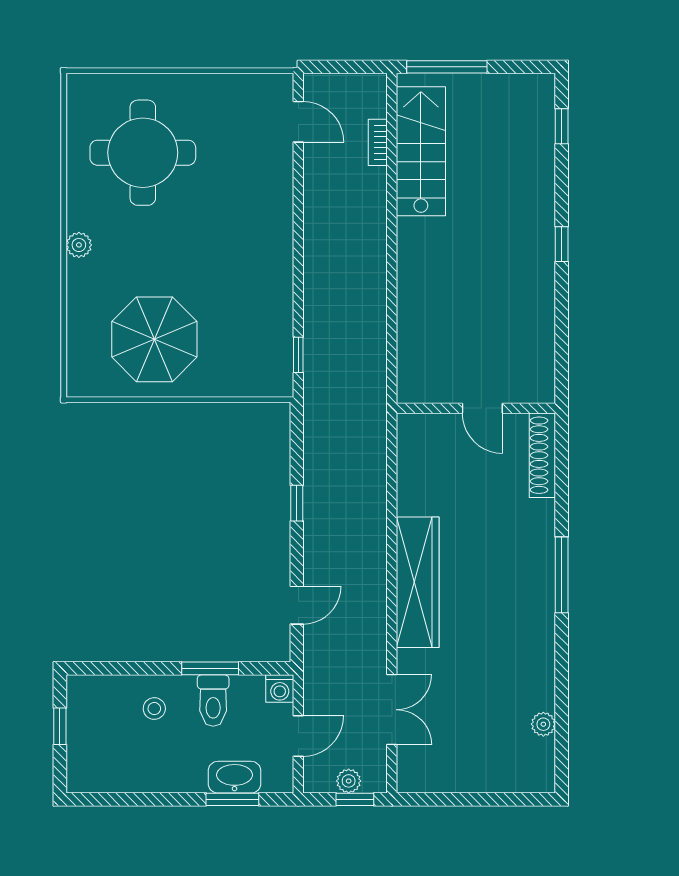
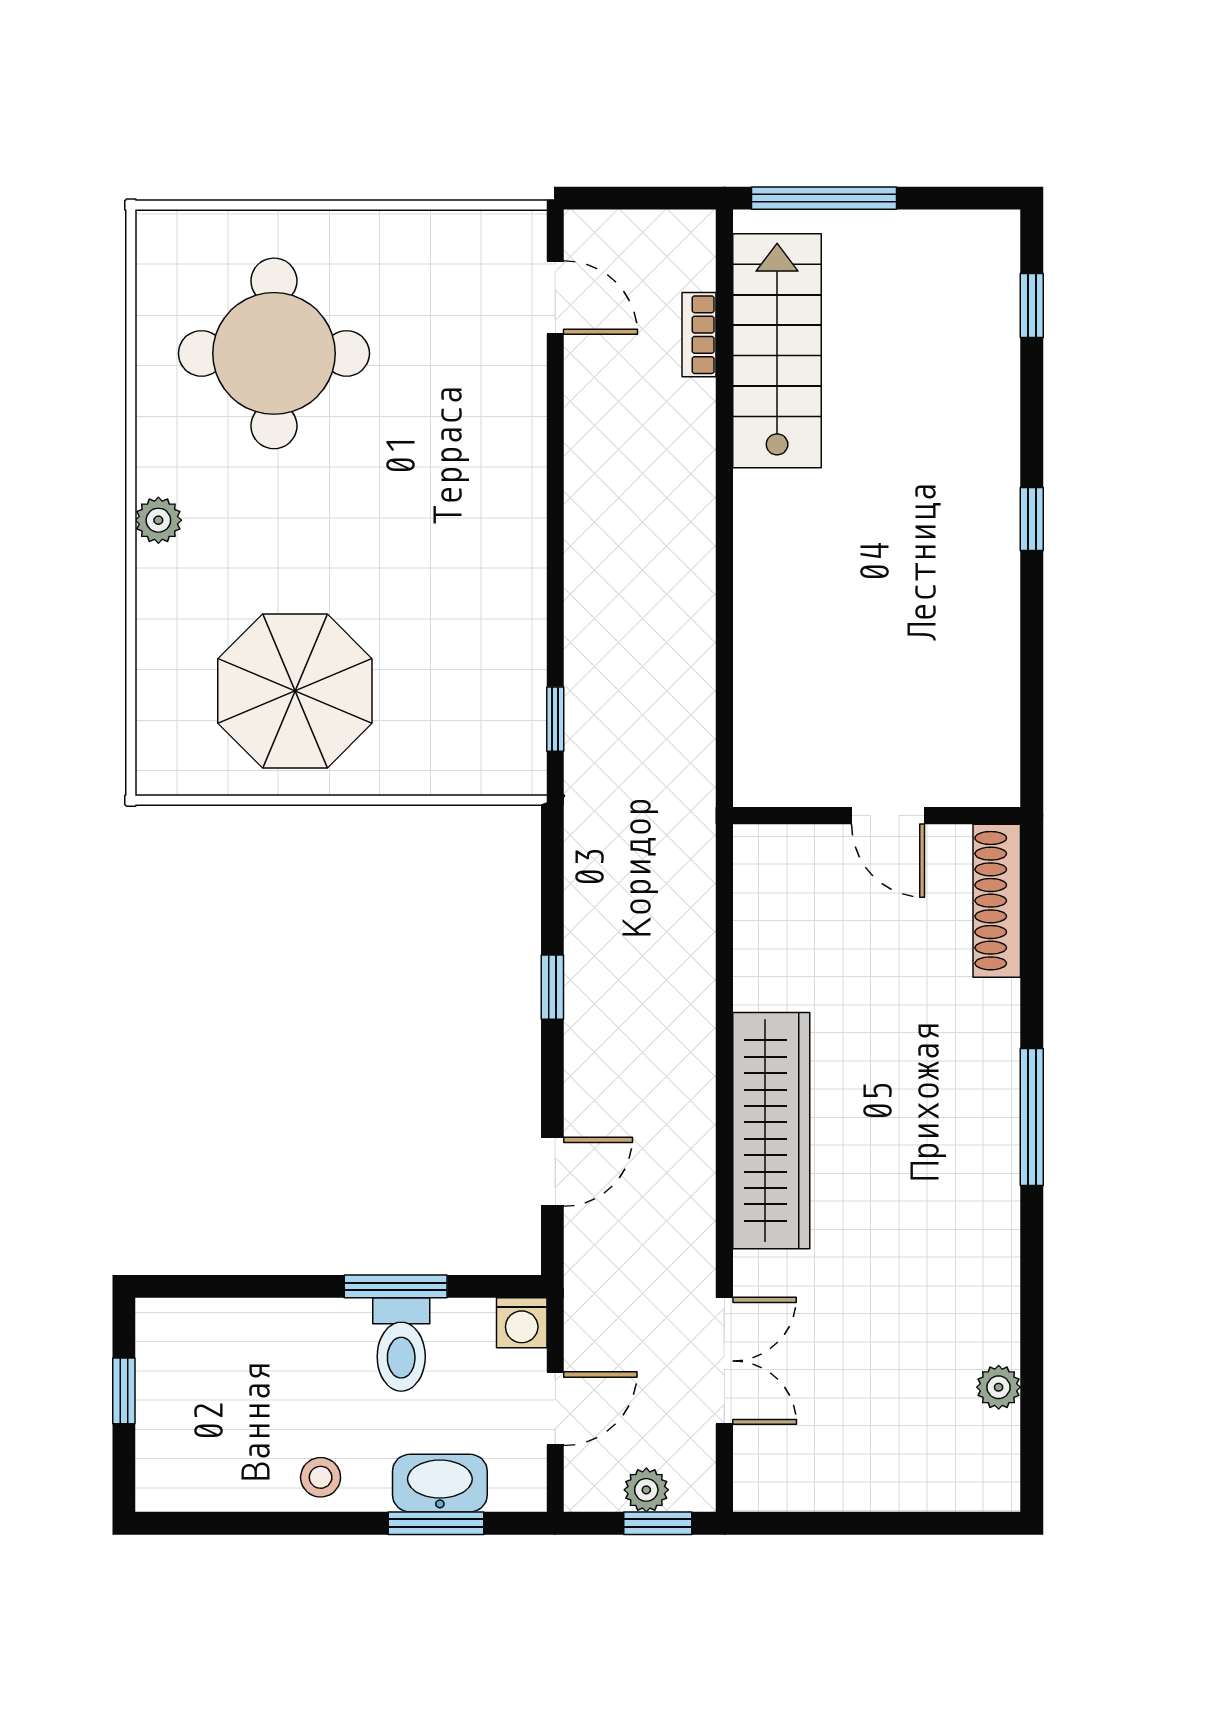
stool: (154, 709) -> (321, 1477), moved

